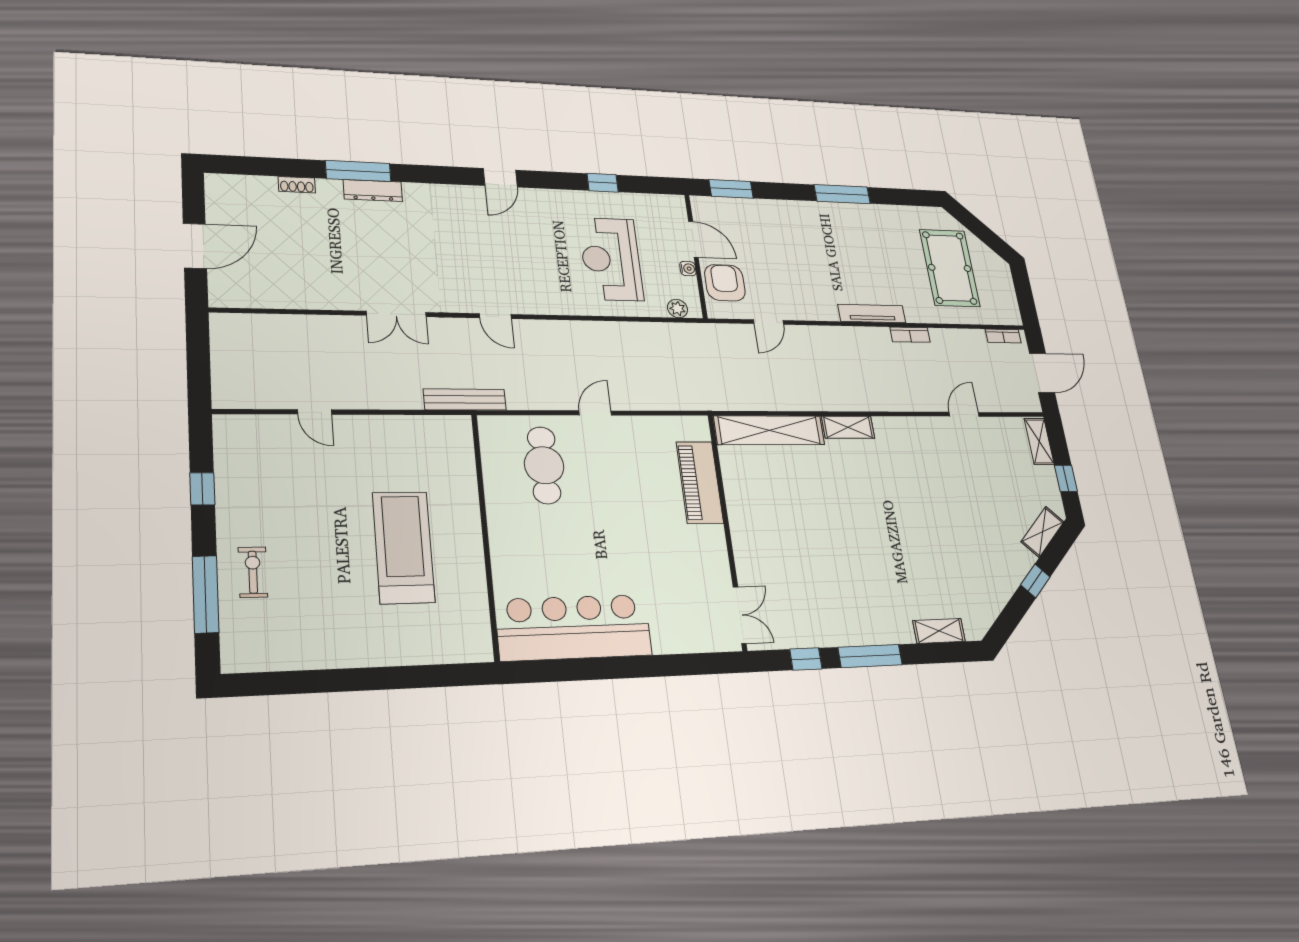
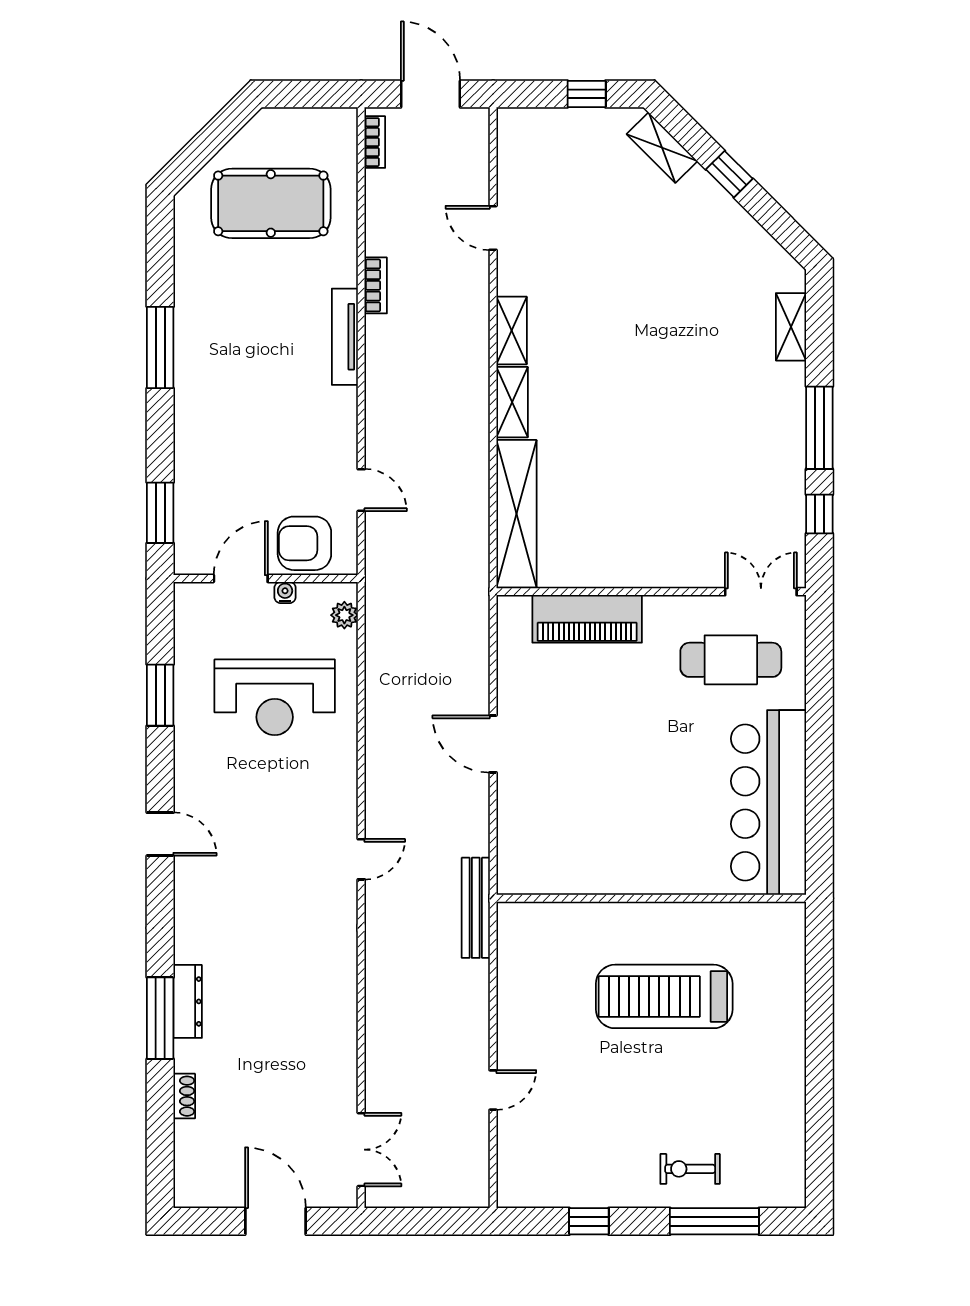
window: (603, 183) -> (160, 695), width x1.50
double door: (396, 314) -> (361, 1150), moved
door: (595, 413) -> (493, 744), width x1.37
shelving: (1039, 441) -> (512, 331), moved, turned 90
cafe table: (544, 465) -> (731, 660), moved

